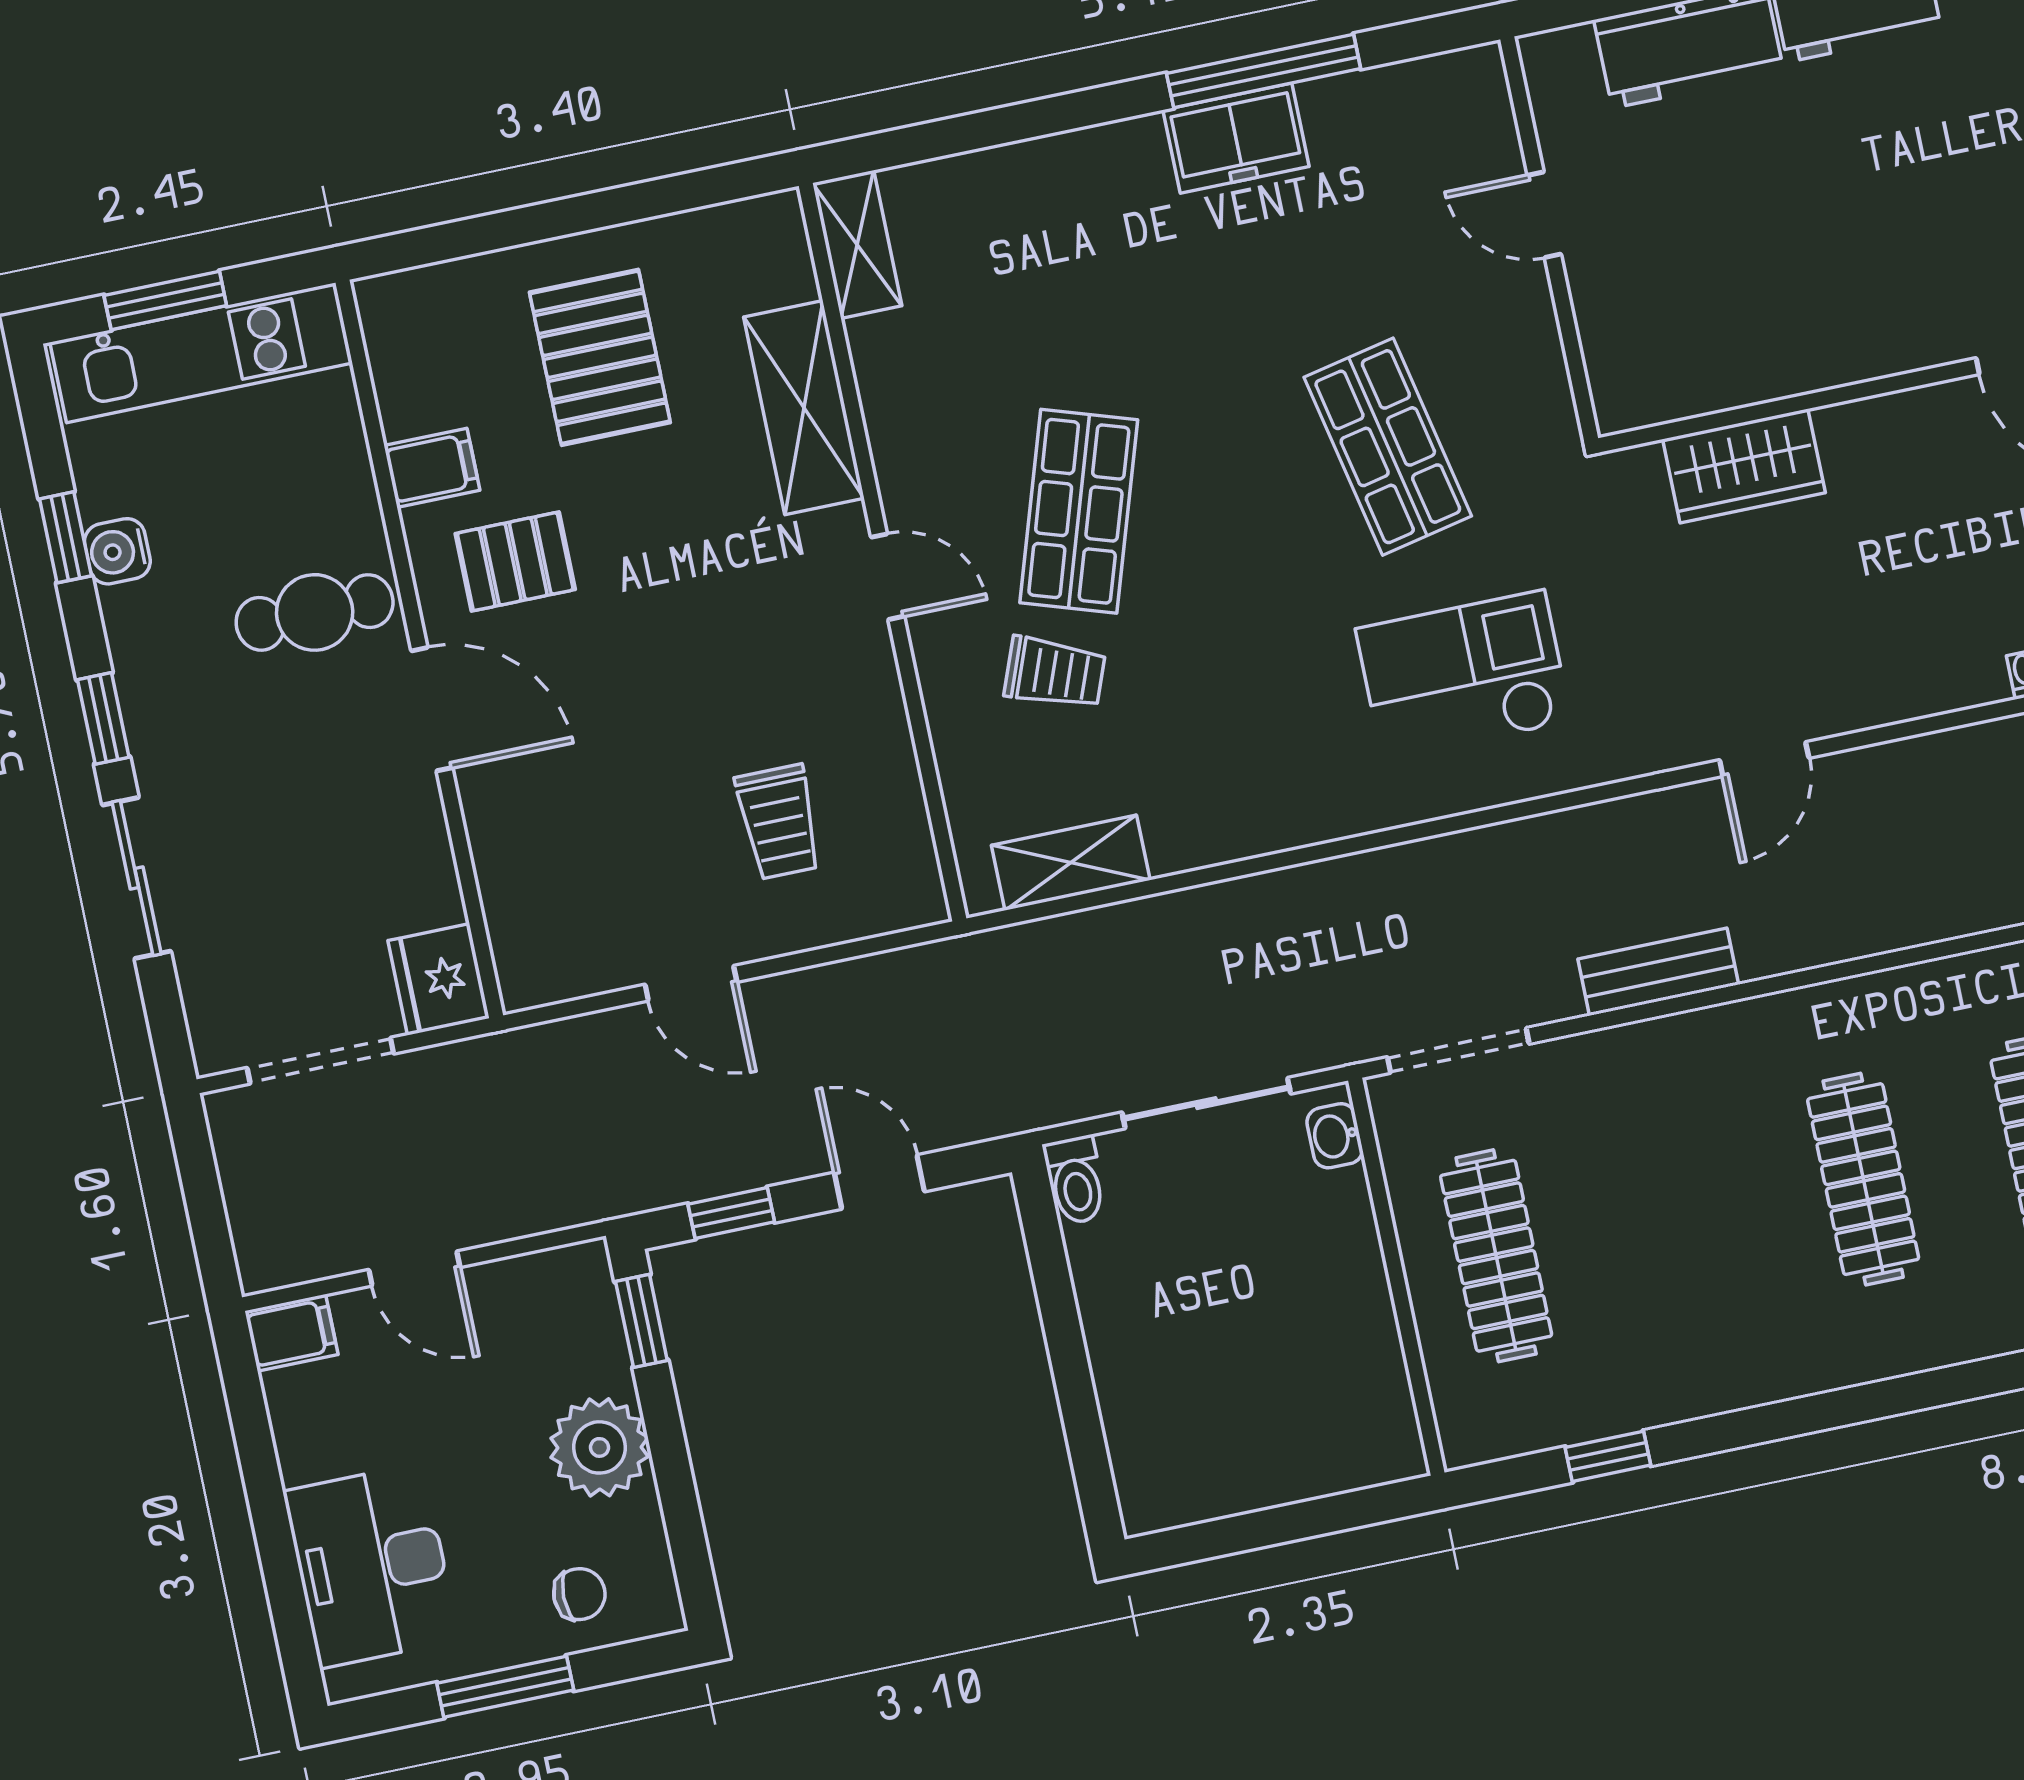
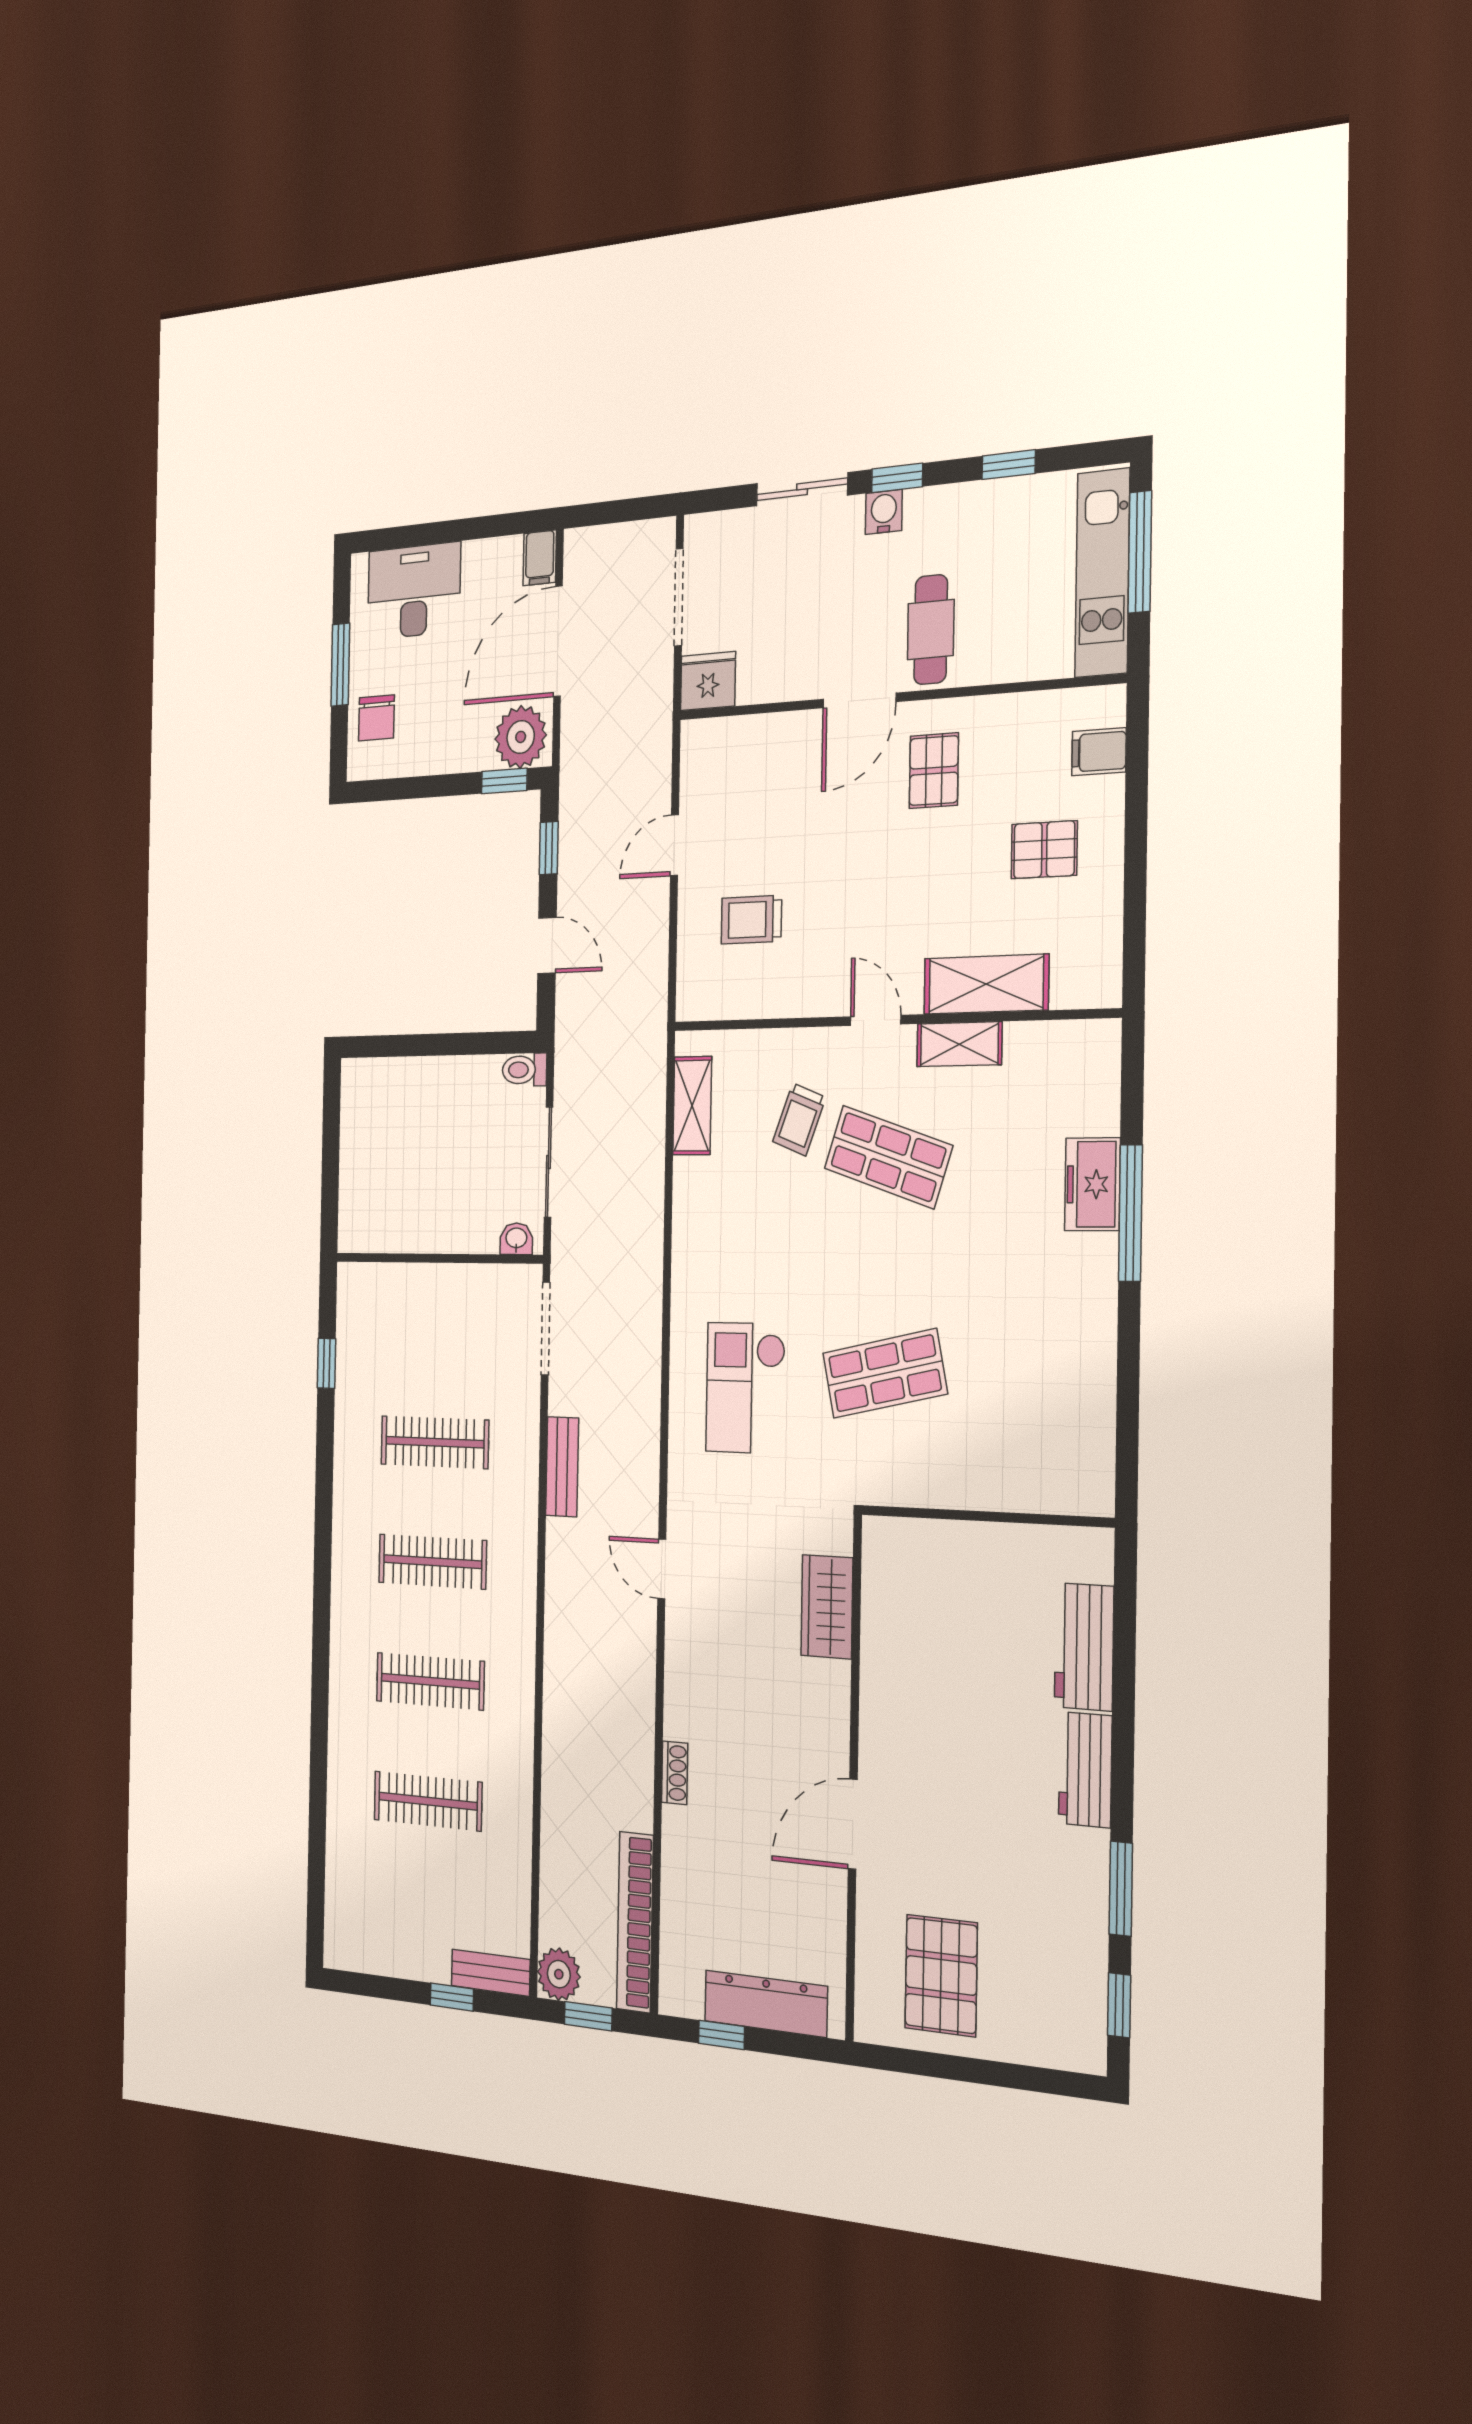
window: (1264, 71) -> (1130, 1213), moved
freezer: (1236, 138) -> (1092, 1184), moved
door: (1544, 215) -> (1001, 1517), removed
shelving: (857, 244) -> (959, 1044), moved
window: (165, 300) -> (1140, 552), width x1.44
pallet: (600, 357) -> (1044, 850), width x0.67, depth x0.71
filing cabinet: (432, 468) -> (1099, 752), moved, turned 90
water cooler: (117, 551) -> (884, 512), moved
door: (888, 577) -> (876, 1020), swing flipped
checkout: (1464, 675) -> (745, 1388), turned 180
door: (879, 1182) -> (547, 945), hinge flipped
clothes rail: (1496, 1256) -> (435, 1442), moved
door: (414, 1269) -> (558, 641), width x1.87
plant: (599, 1447) -> (521, 737), moved
chair: (579, 1594) -> (376, 718), width x1.37, depth x1.37

